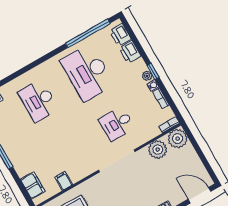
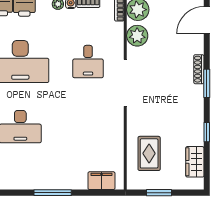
filing cabinet: (64, 181) -> (115, 147), removed

